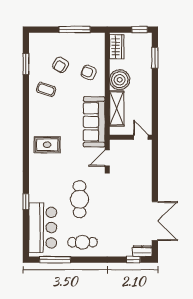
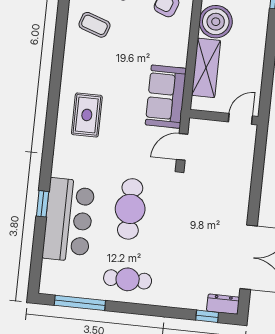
sofa: (94, 122) -> (166, 97), width x0.73
door: (141, 137) -> (240, 119), hinge flipped
rug: (47, 145) -> (87, 115), turned 90
bar counter: (43, 228) -> (69, 220), moved

